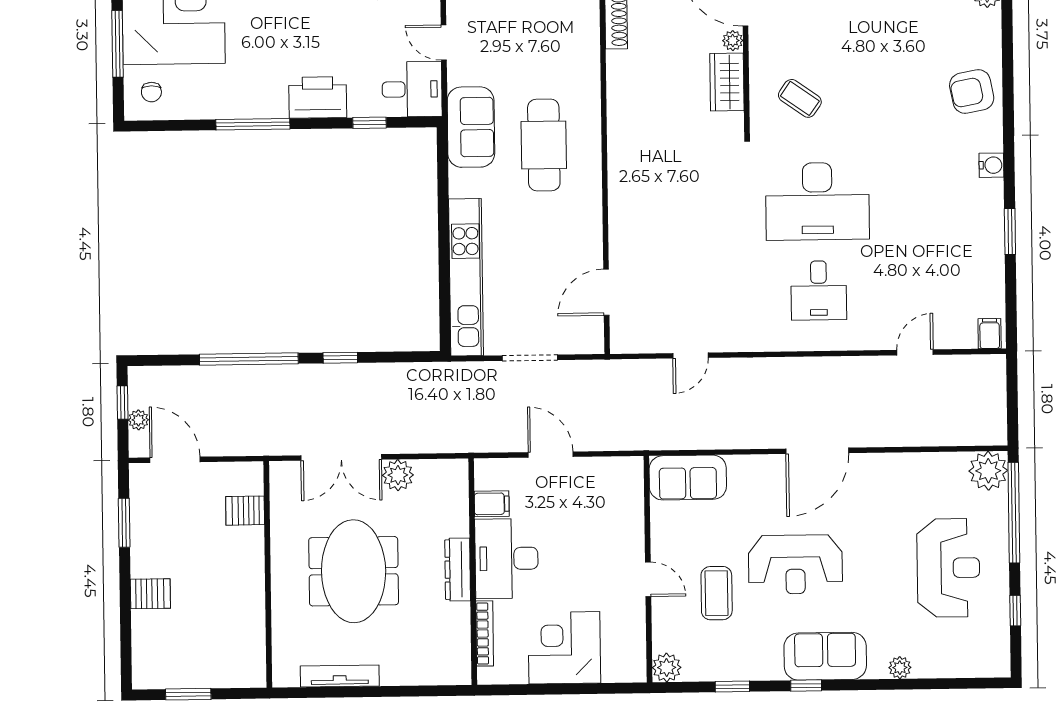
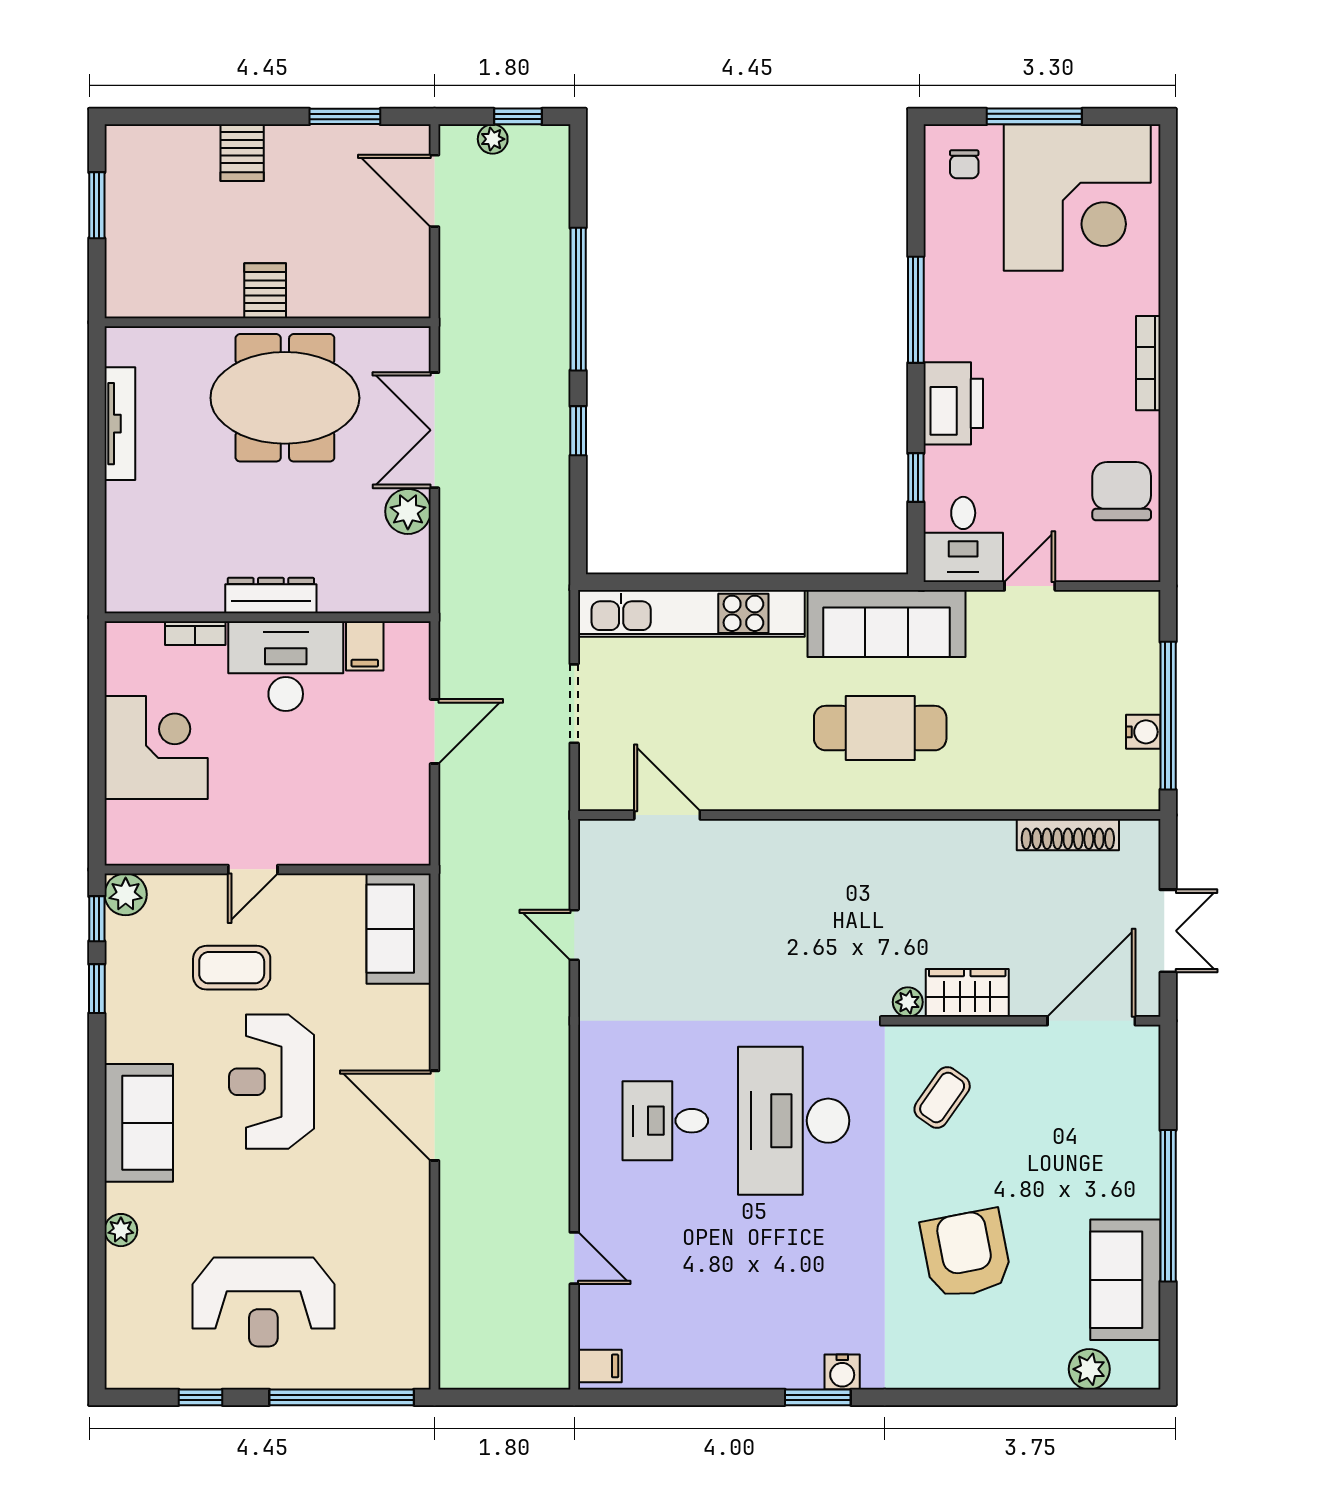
plant: (733, 41) -> (908, 1002), moved
chair: (151, 92) -> (964, 164), turned -90
armchair: (972, 92) -> (966, 1254), moved, width x1.36, depth x1.36
sofa: (471, 127) -> (887, 623), width x1.36
window: (1010, 232) -> (818, 1397), moved
door: (175, 460) -> (434, 191), swing flipped
plant: (988, 471) -> (402, 1361), removed
server rack: (245, 511) -> (265, 291), moved
meeting table: (354, 571) -> (285, 398), moved
bookcase: (485, 633) -> (195, 633), width x0.64
window: (806, 686) -> (97, 919), moved

